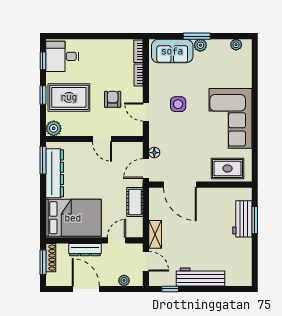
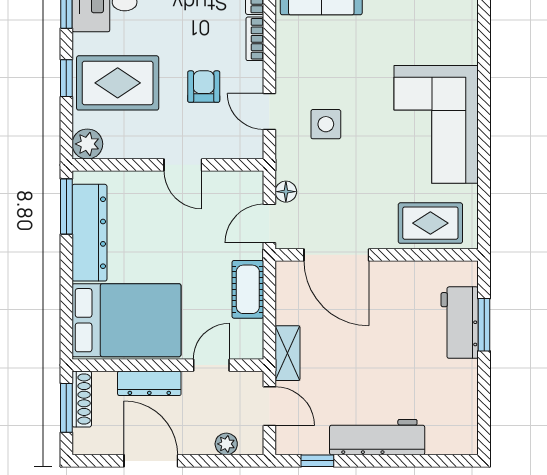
side table: (178, 104) -> (326, 124), moved

